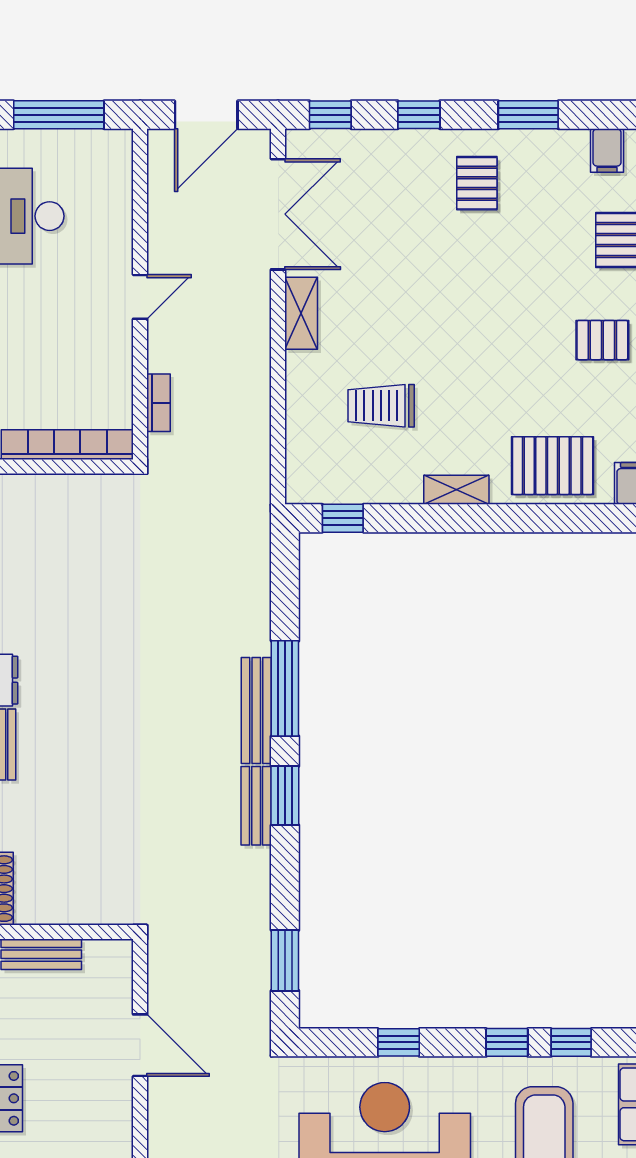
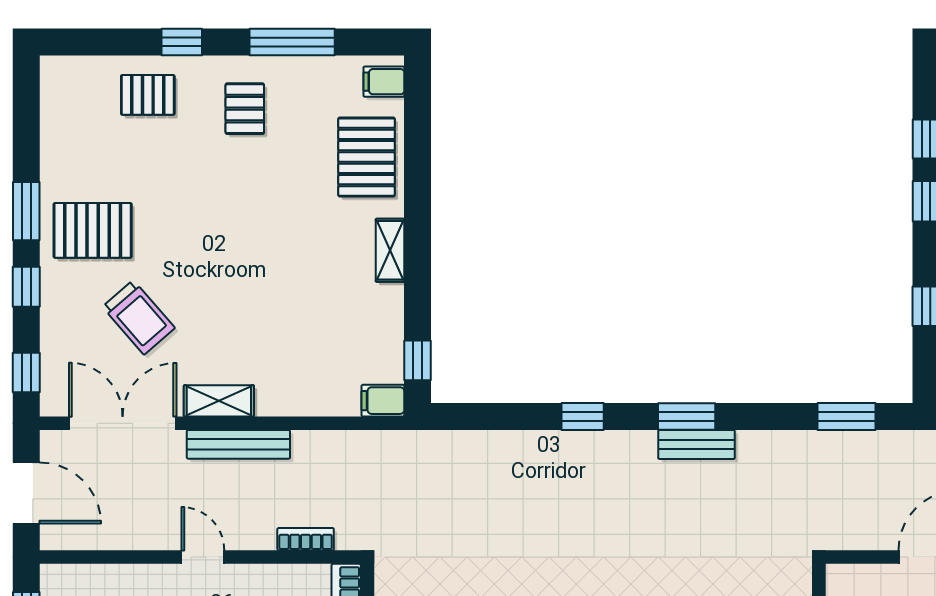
window: (528, 115) -> (26, 211), moved
filing cabinet: (607, 150) -> (383, 401), moved, turned 180
pallet: (477, 183) -> (93, 230), width x1.50, depth x1.42
trolley: (381, 406) -> (139, 317), moved, turned -41
window: (285, 688) -> (583, 417), width x0.46
bench: (256, 711) -> (238, 444), moved

